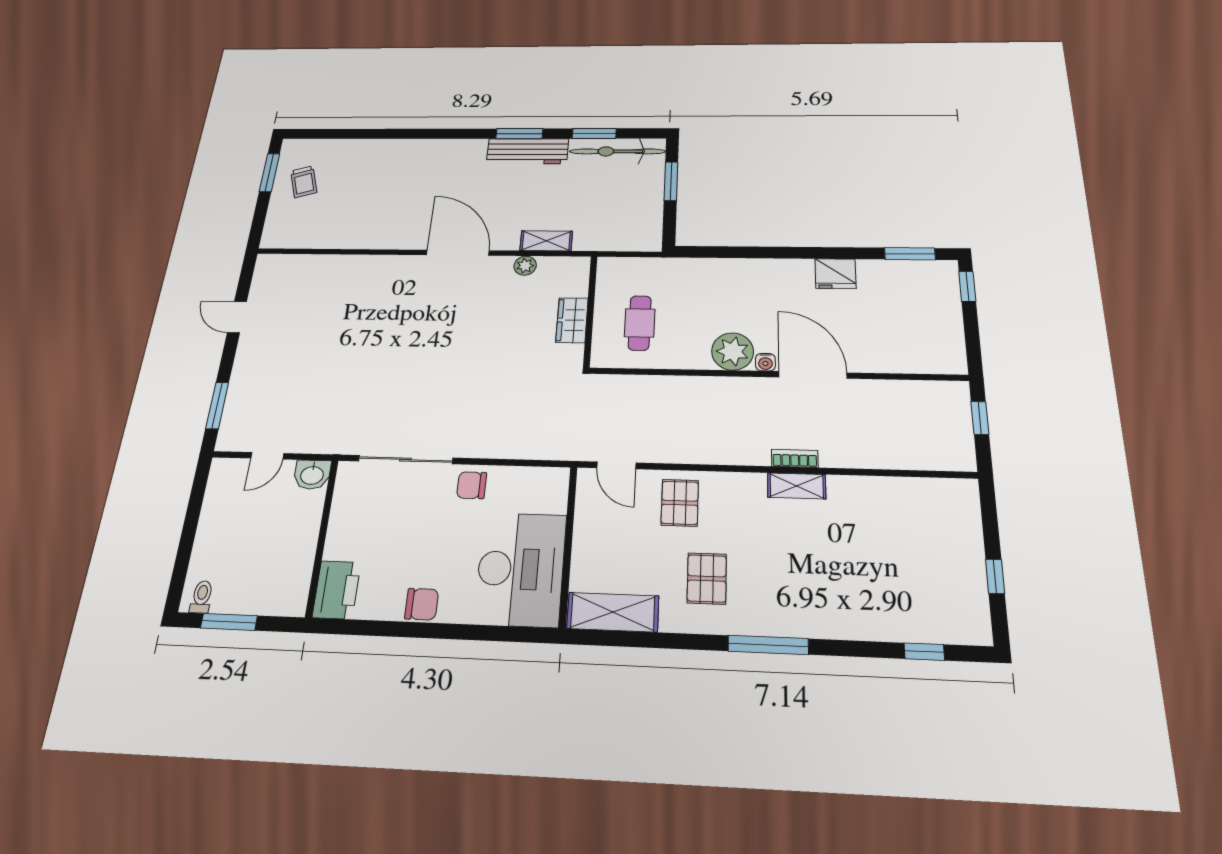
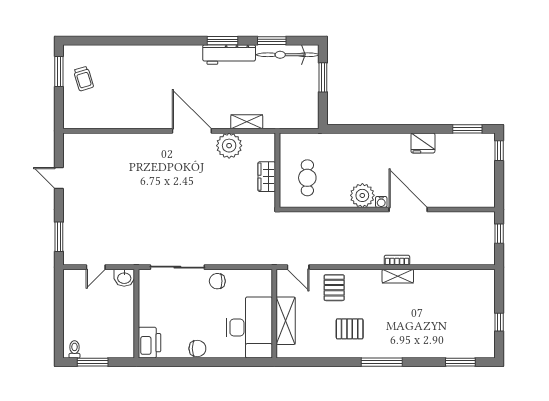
plant: (525, 266) -> (229, 146), width x1.88, depth x1.88
pallet: (707, 578) -> (350, 329), turned 90
shelving: (613, 612) -> (286, 321), moved, turned 90
window: (924, 652) -> (460, 362), width x1.50

